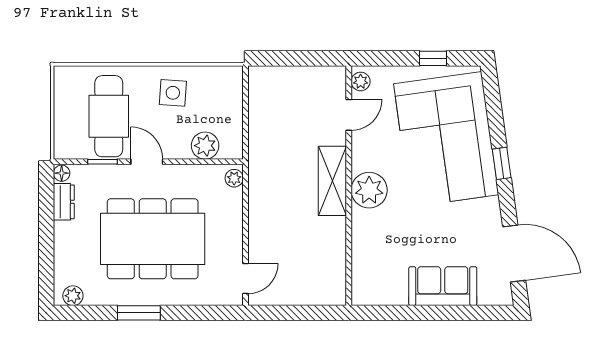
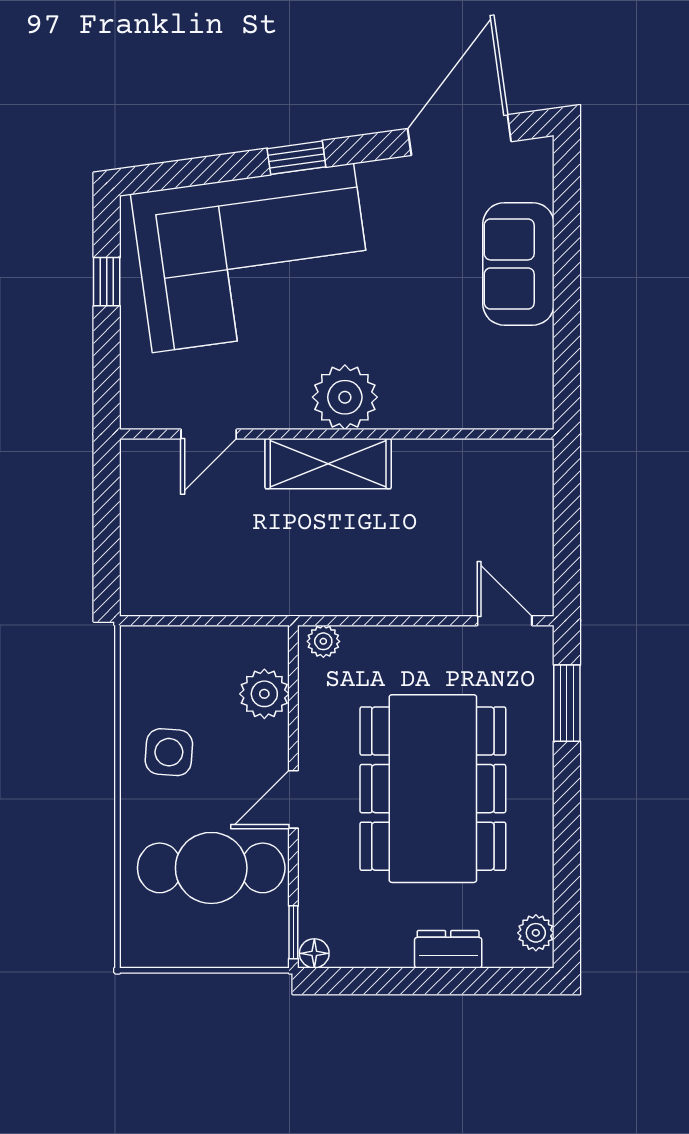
plant: (361, 81) -> (148, 413), removed
door: (349, 115) -> (209, 434), swing flipped
window: (102, 162) -> (293, 932), moved
dresser: (64, 202) -> (448, 949), moved
window: (139, 313) -> (567, 703), moved

